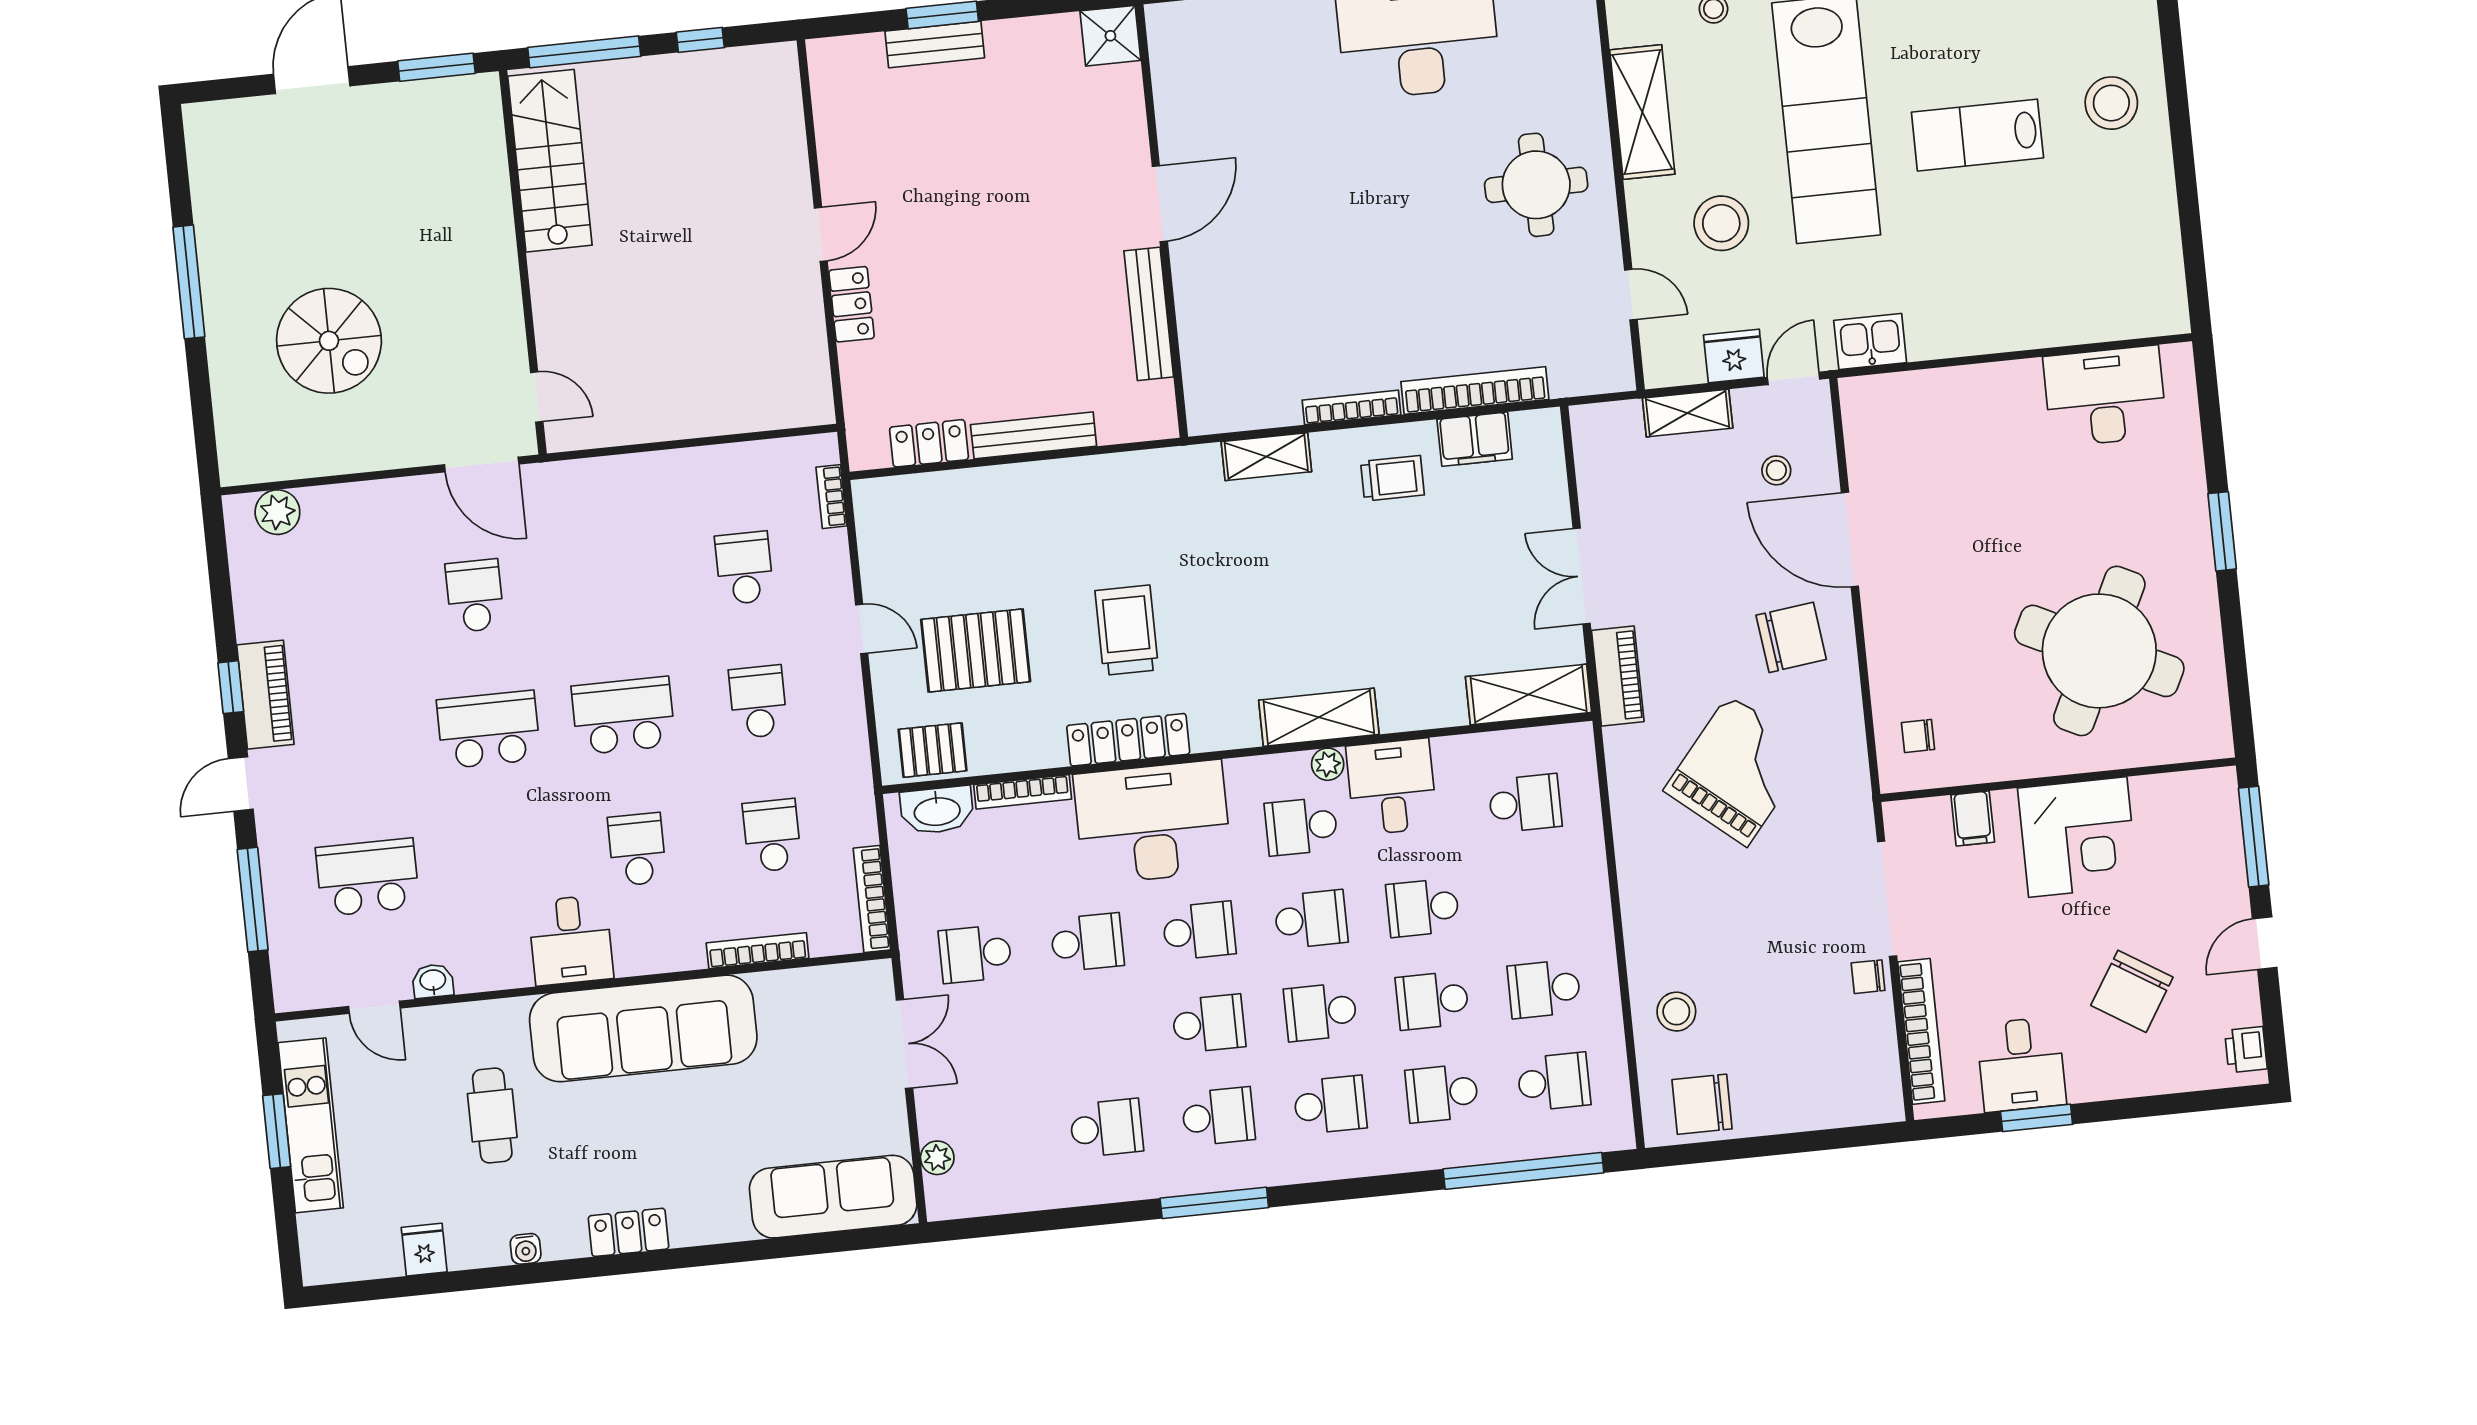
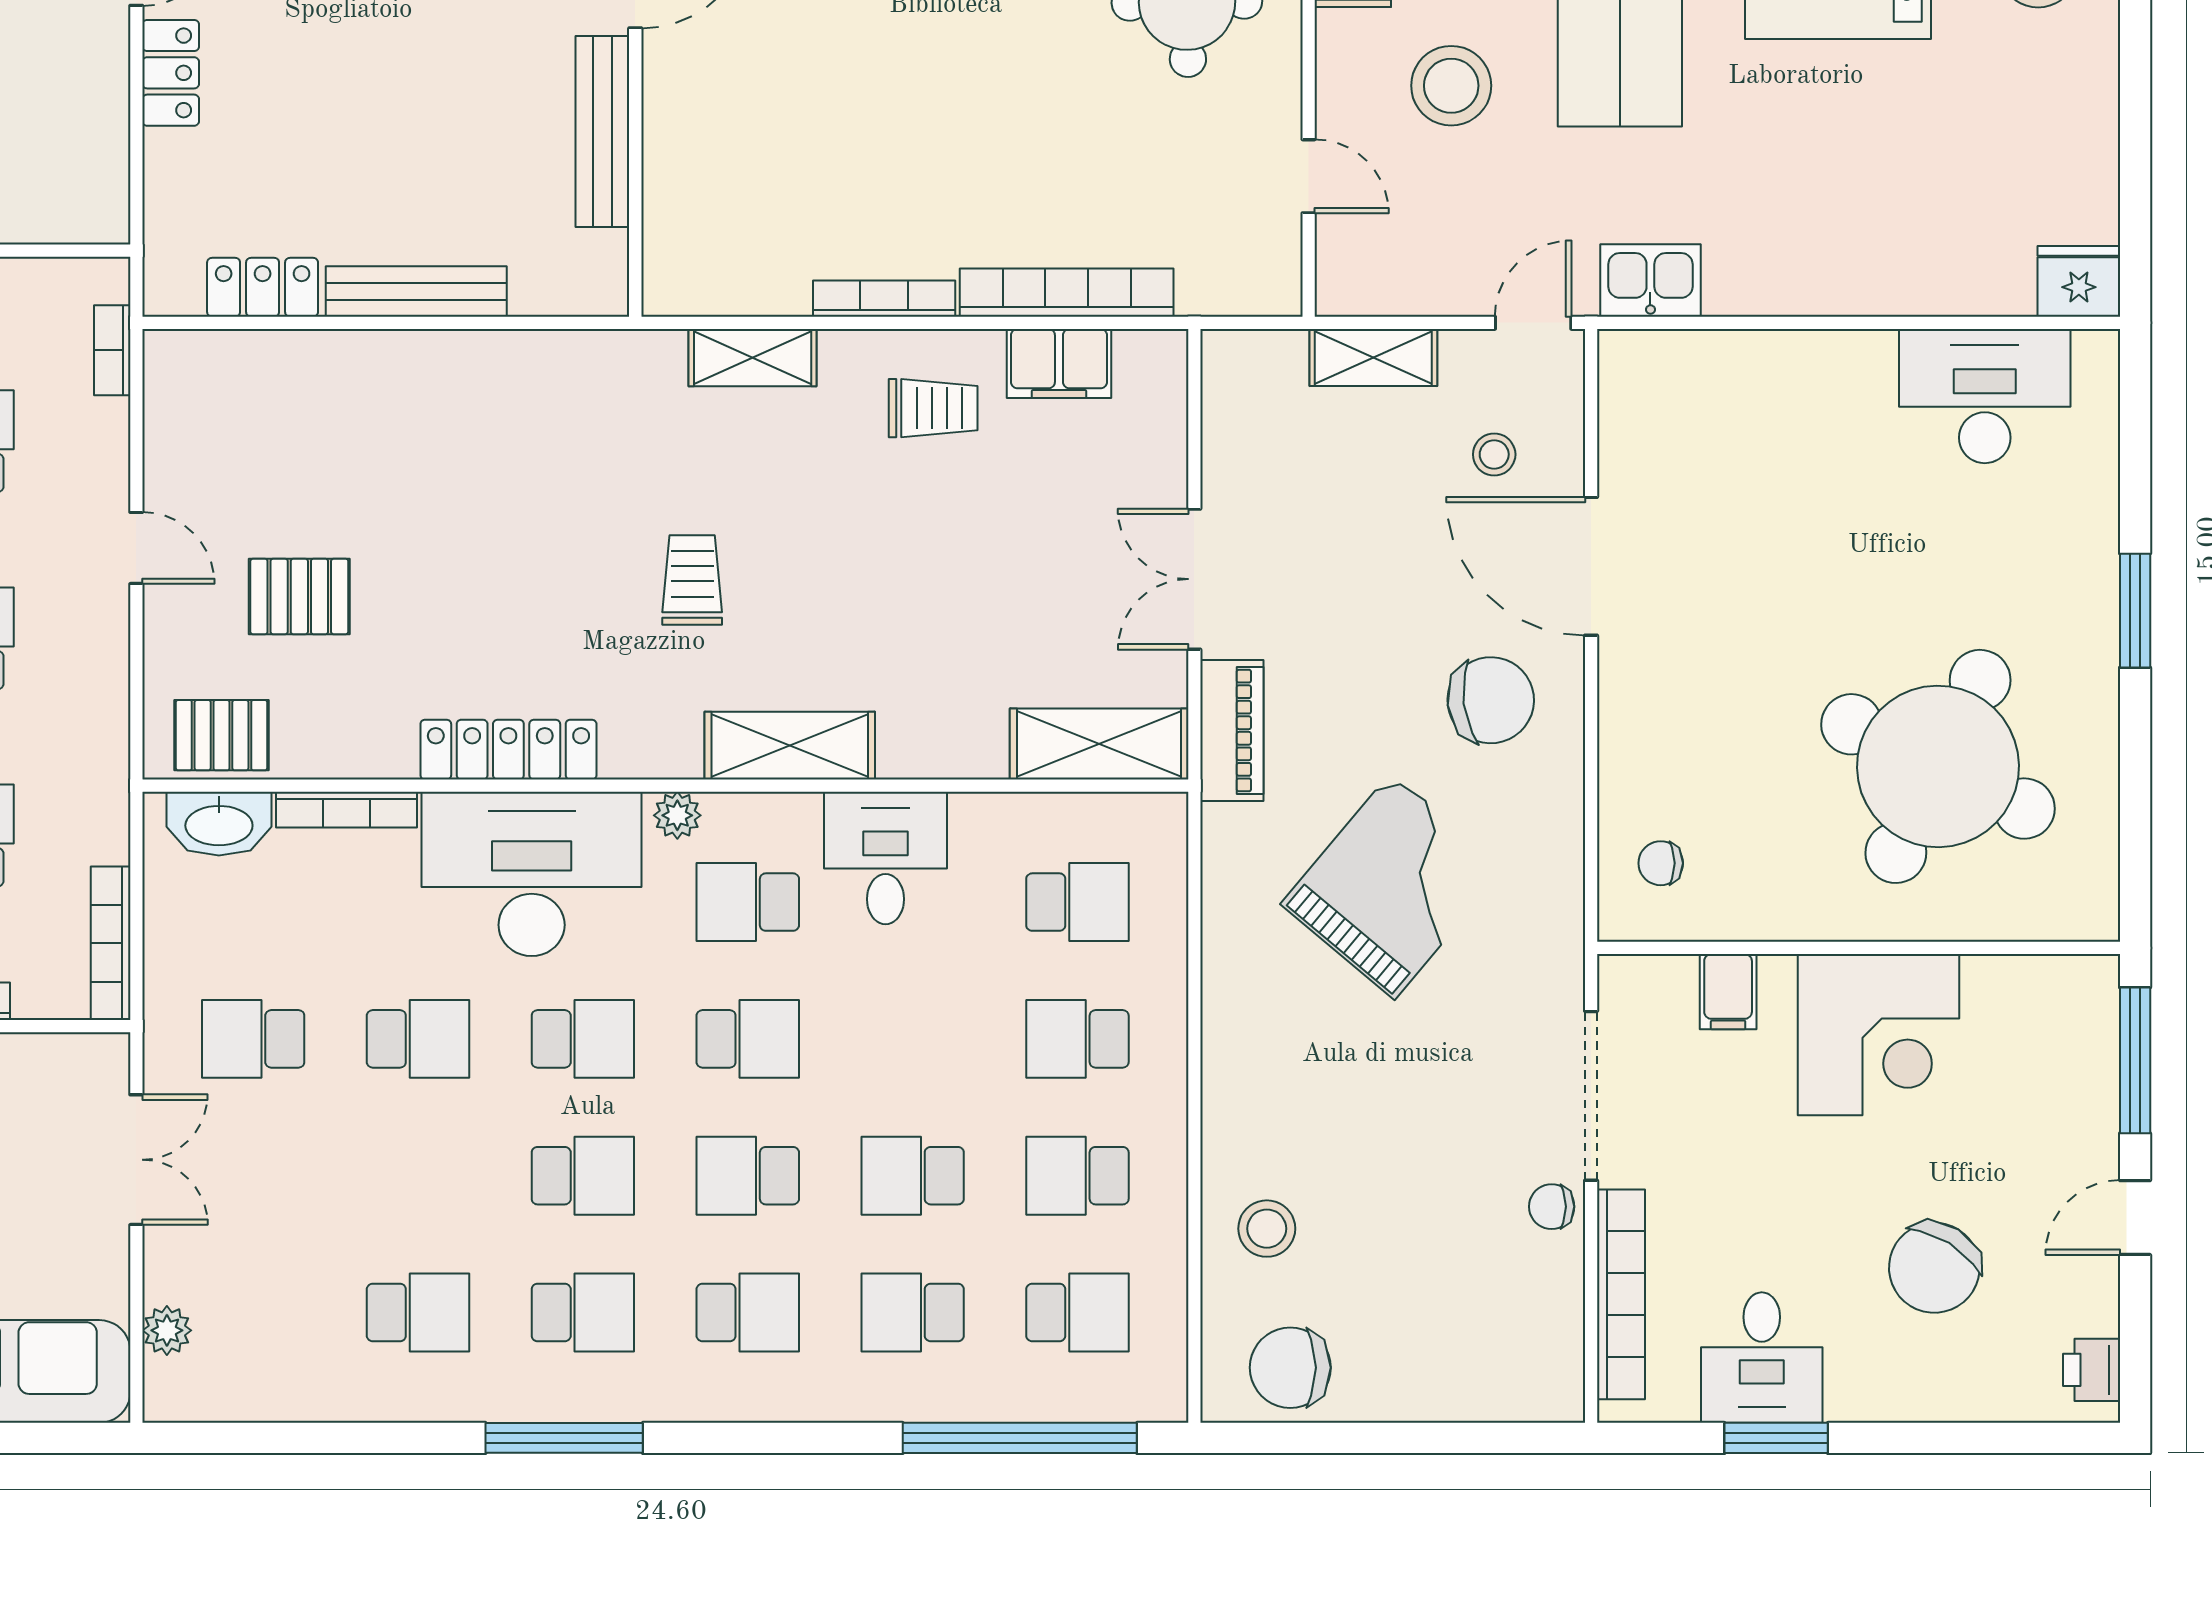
fridge: (1734, 356) -> (2079, 281), moved
trolley: (1127, 630) -> (692, 580), moved, width x0.73, depth x0.72
pallet: (976, 651) -> (299, 596), width x0.67, depth x0.71
plant: (1328, 764) -> (677, 815), moved
school desk: (1423, 908) -> (1077, 1039), moved

